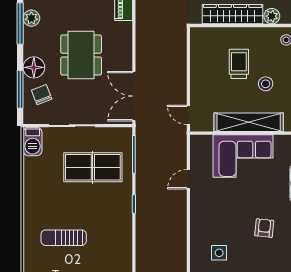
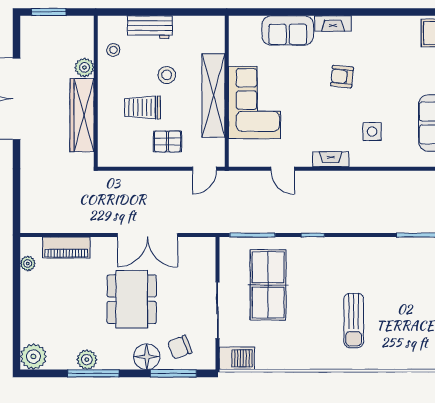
dining table: (81, 55) -> (132, 299), turned 90
pallet: (211, 84) -> (168, 141), added
double door: (134, 96) -> (147, 235), moved
fireplace: (196, 219) -> (331, 159), added

